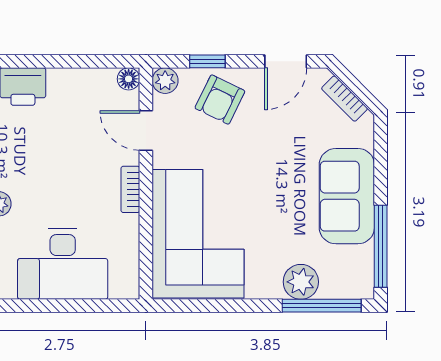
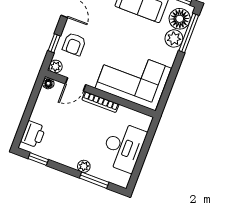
armchair: (220, 100) -> (74, 44), turned 64
bookcase: (130, 189) -> (100, 102), width x1.56
floor lamp: (342, 279) -> (180, 19), added

